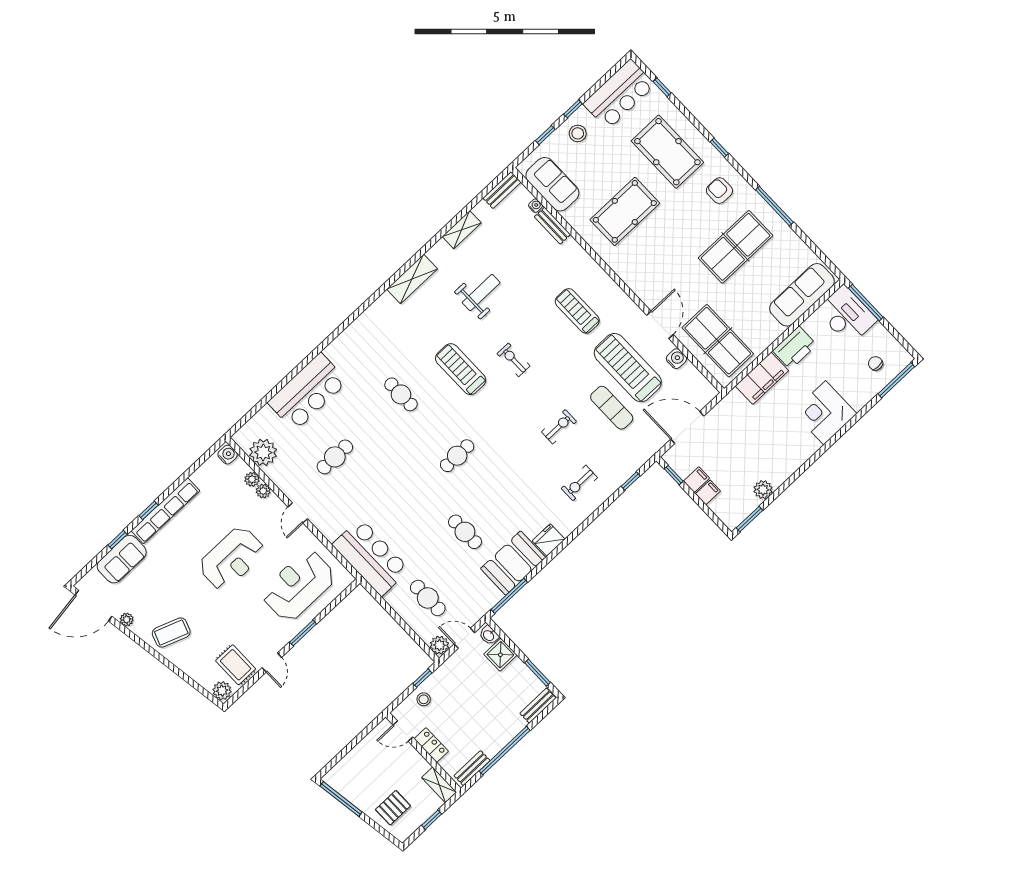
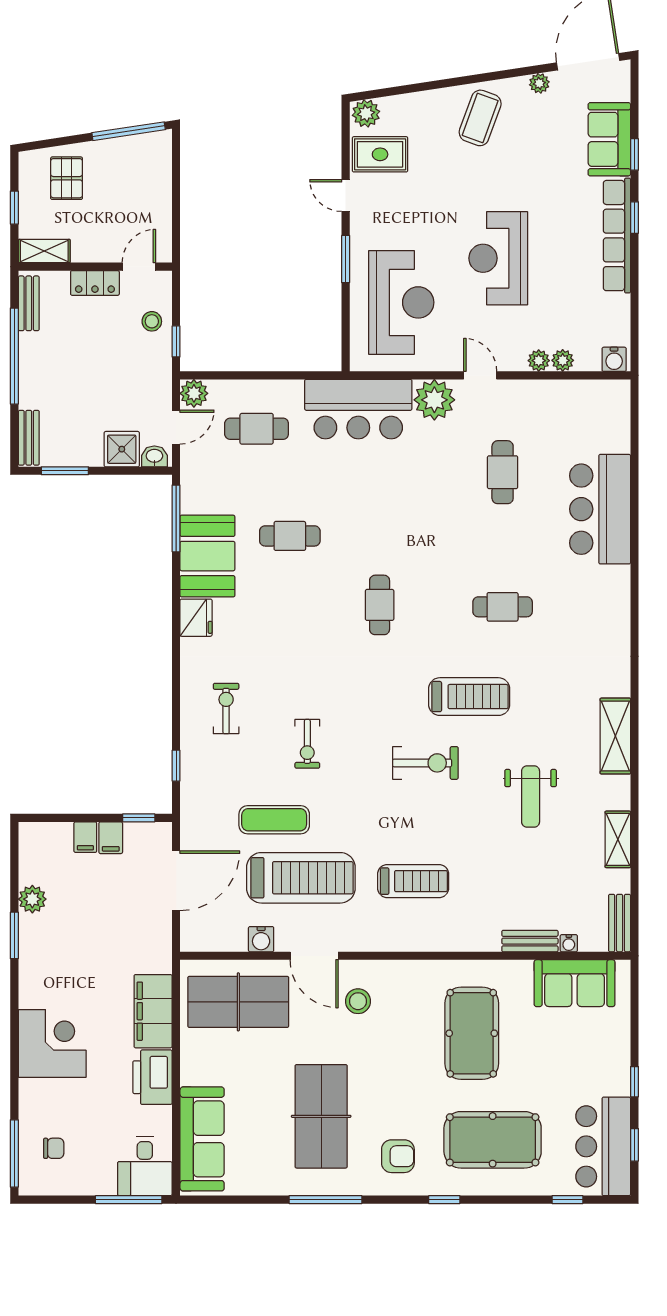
stool: (578, 133) -> (358, 1001), moved
window: (545, 135) -> (635, 1145), moved
desk: (847, 315) -> (145, 1166), width x0.73
exercise bike: (513, 360) -> (425, 763), width x1.38, depth x1.39
plant: (263, 452) -> (434, 400), moved
window: (749, 519) -> (14, 935), moved

